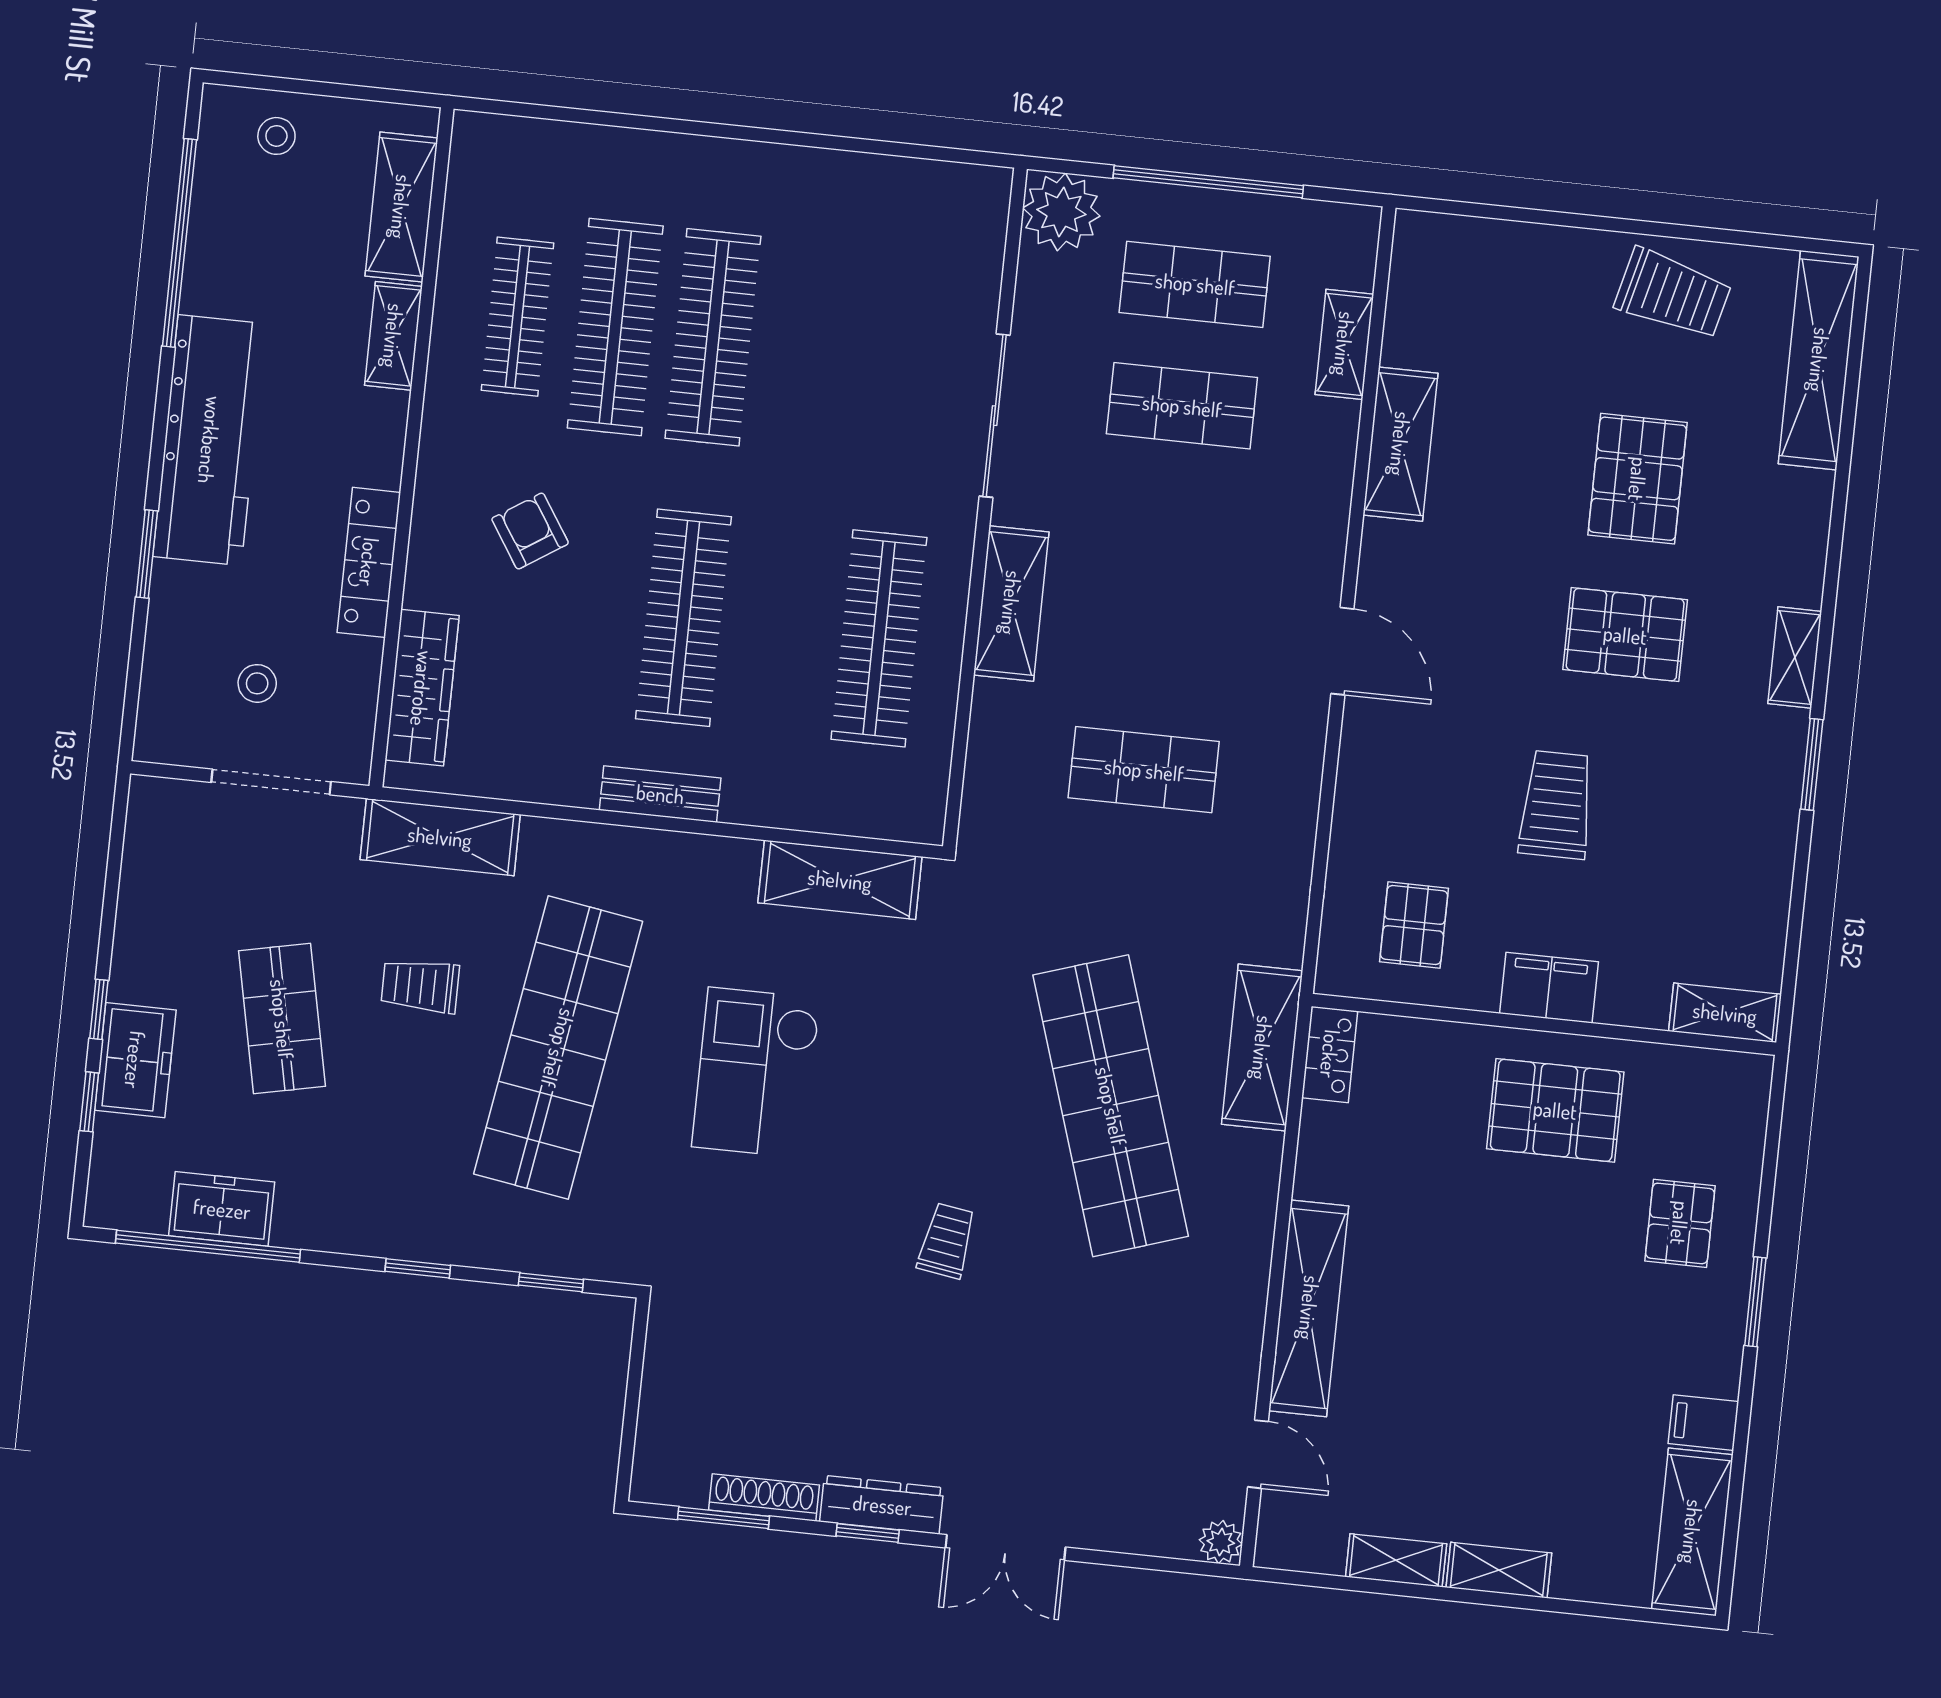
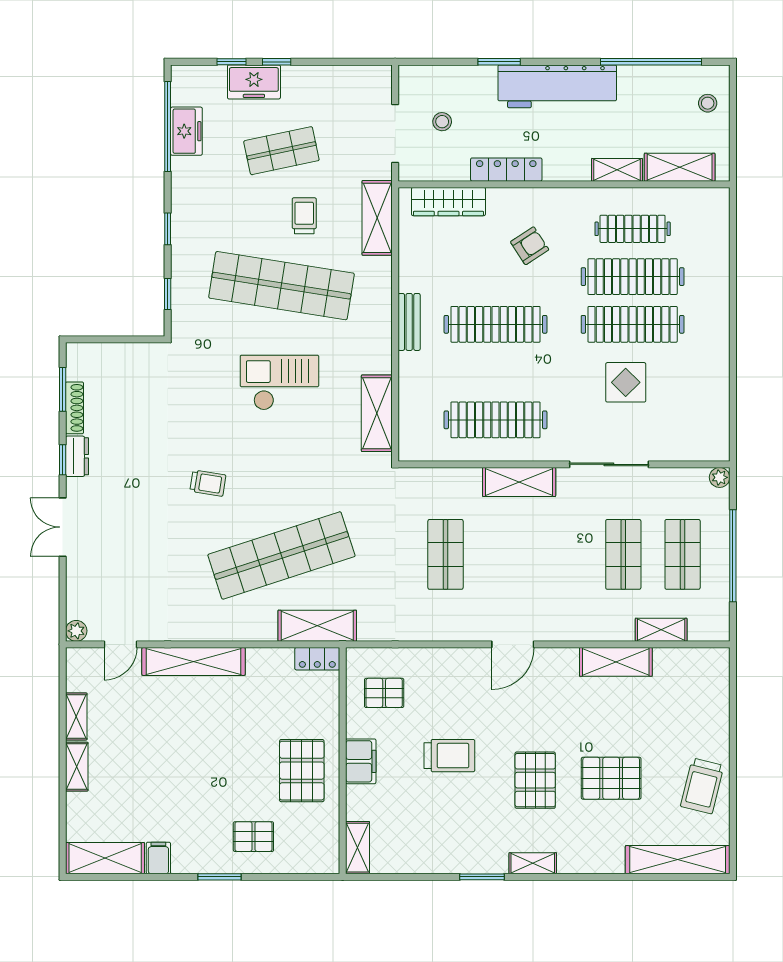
plant: (1061, 212) -> (720, 477), width x0.53, depth x0.53
display table: (830, 364) -> (626, 382), added
dresser: (882, 1505) -> (77, 456), width x0.70

